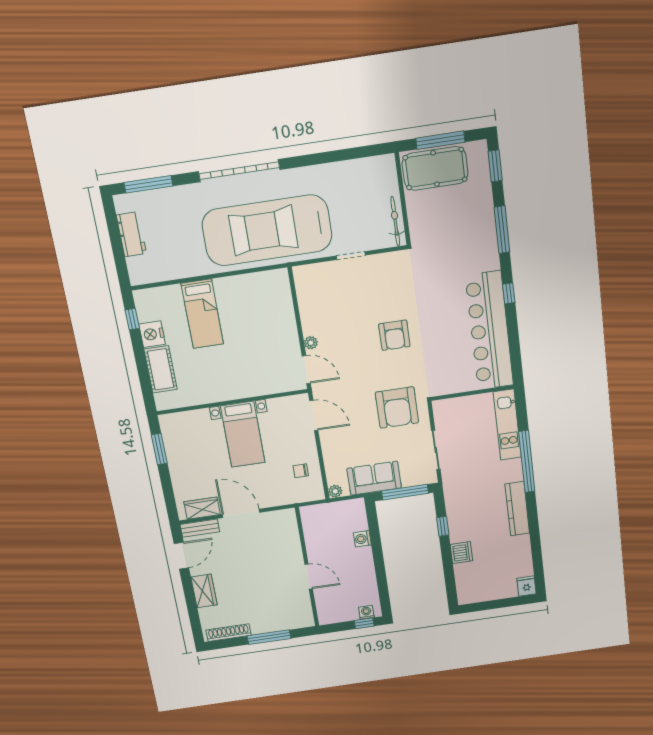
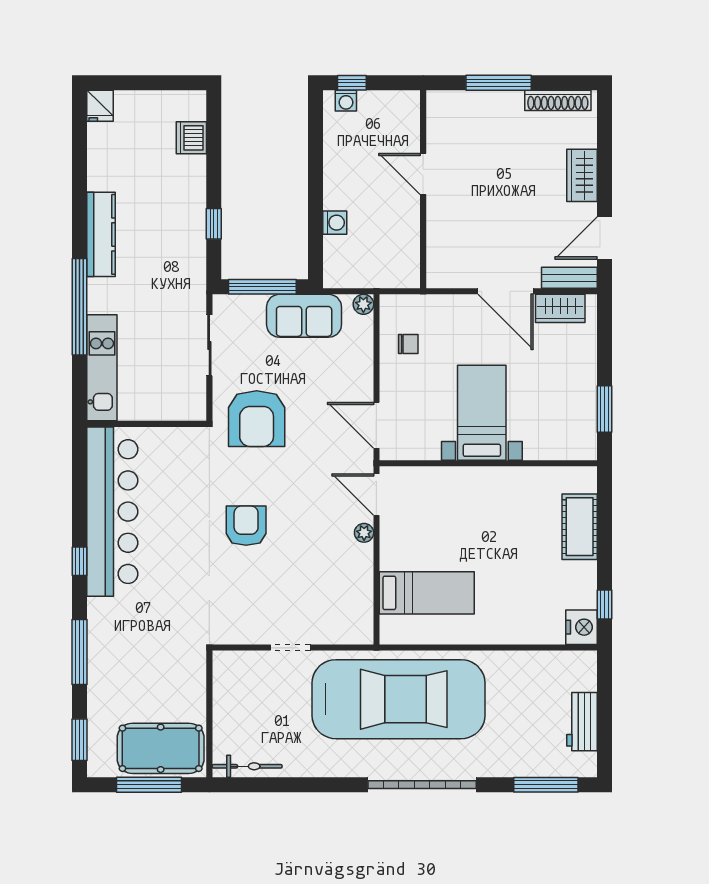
bicycle: (395, 221) -> (247, 766), moved, turned -90
bed: (202, 314) -> (427, 593), moved, turned 90
nightstand: (152, 334) -> (582, 627), moved
armchair: (397, 408) -> (257, 419), turned 180
dishwasher: (461, 553) -> (191, 138), moved

